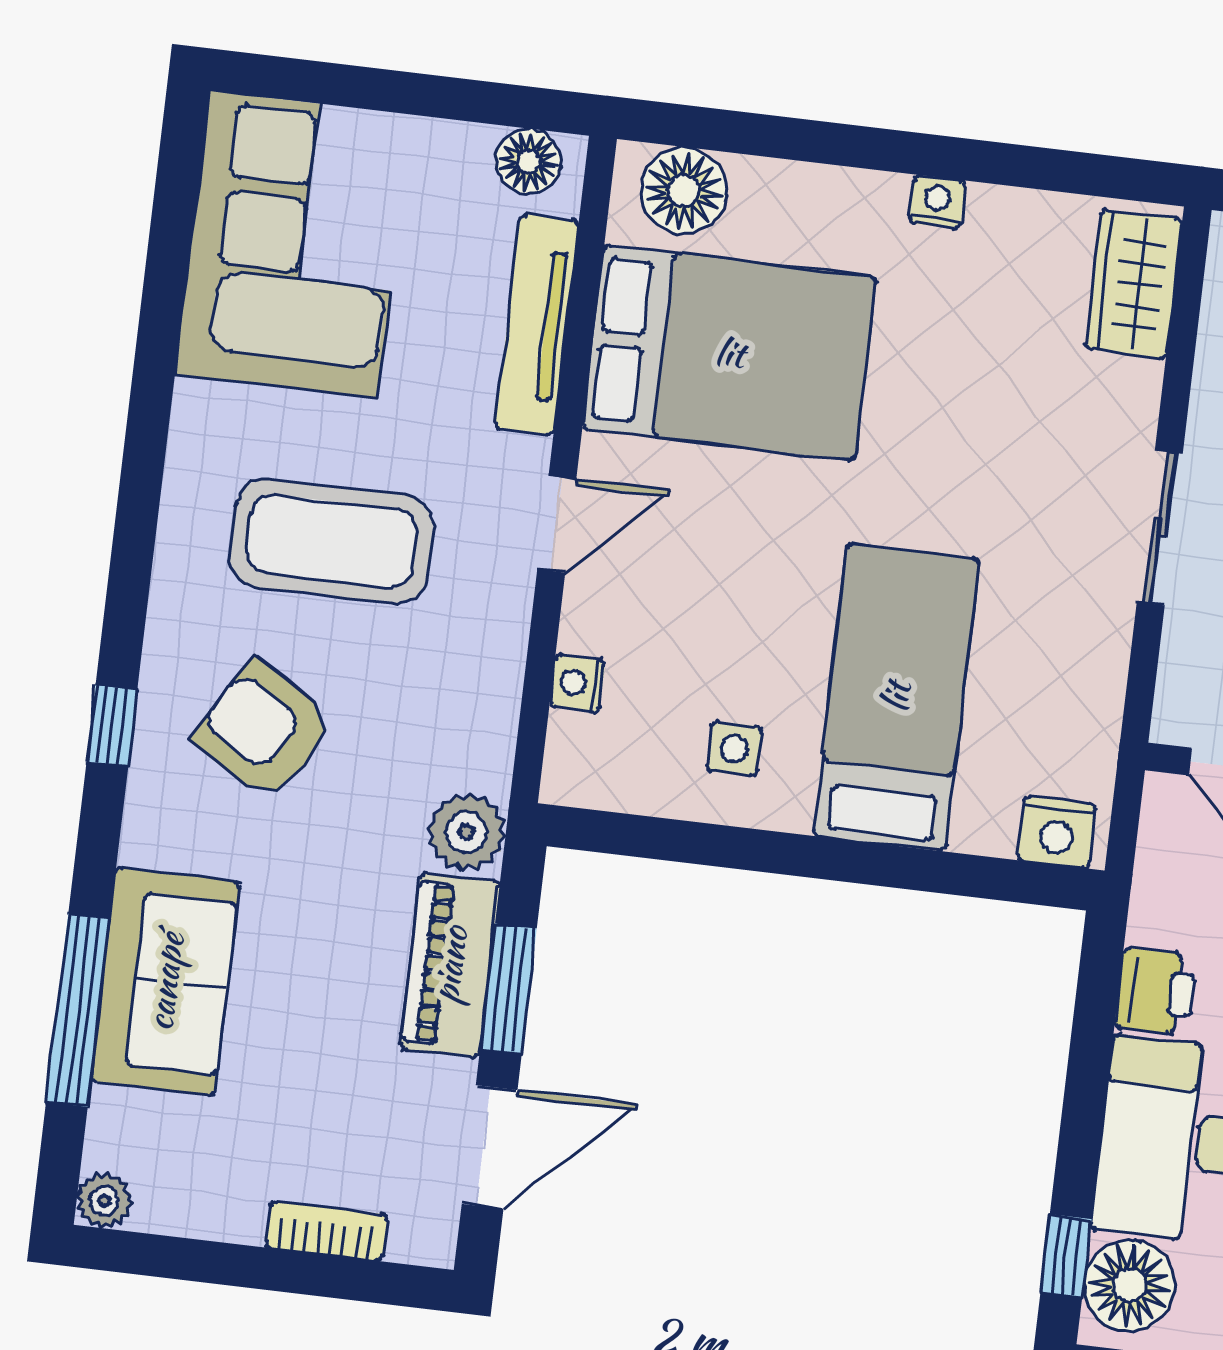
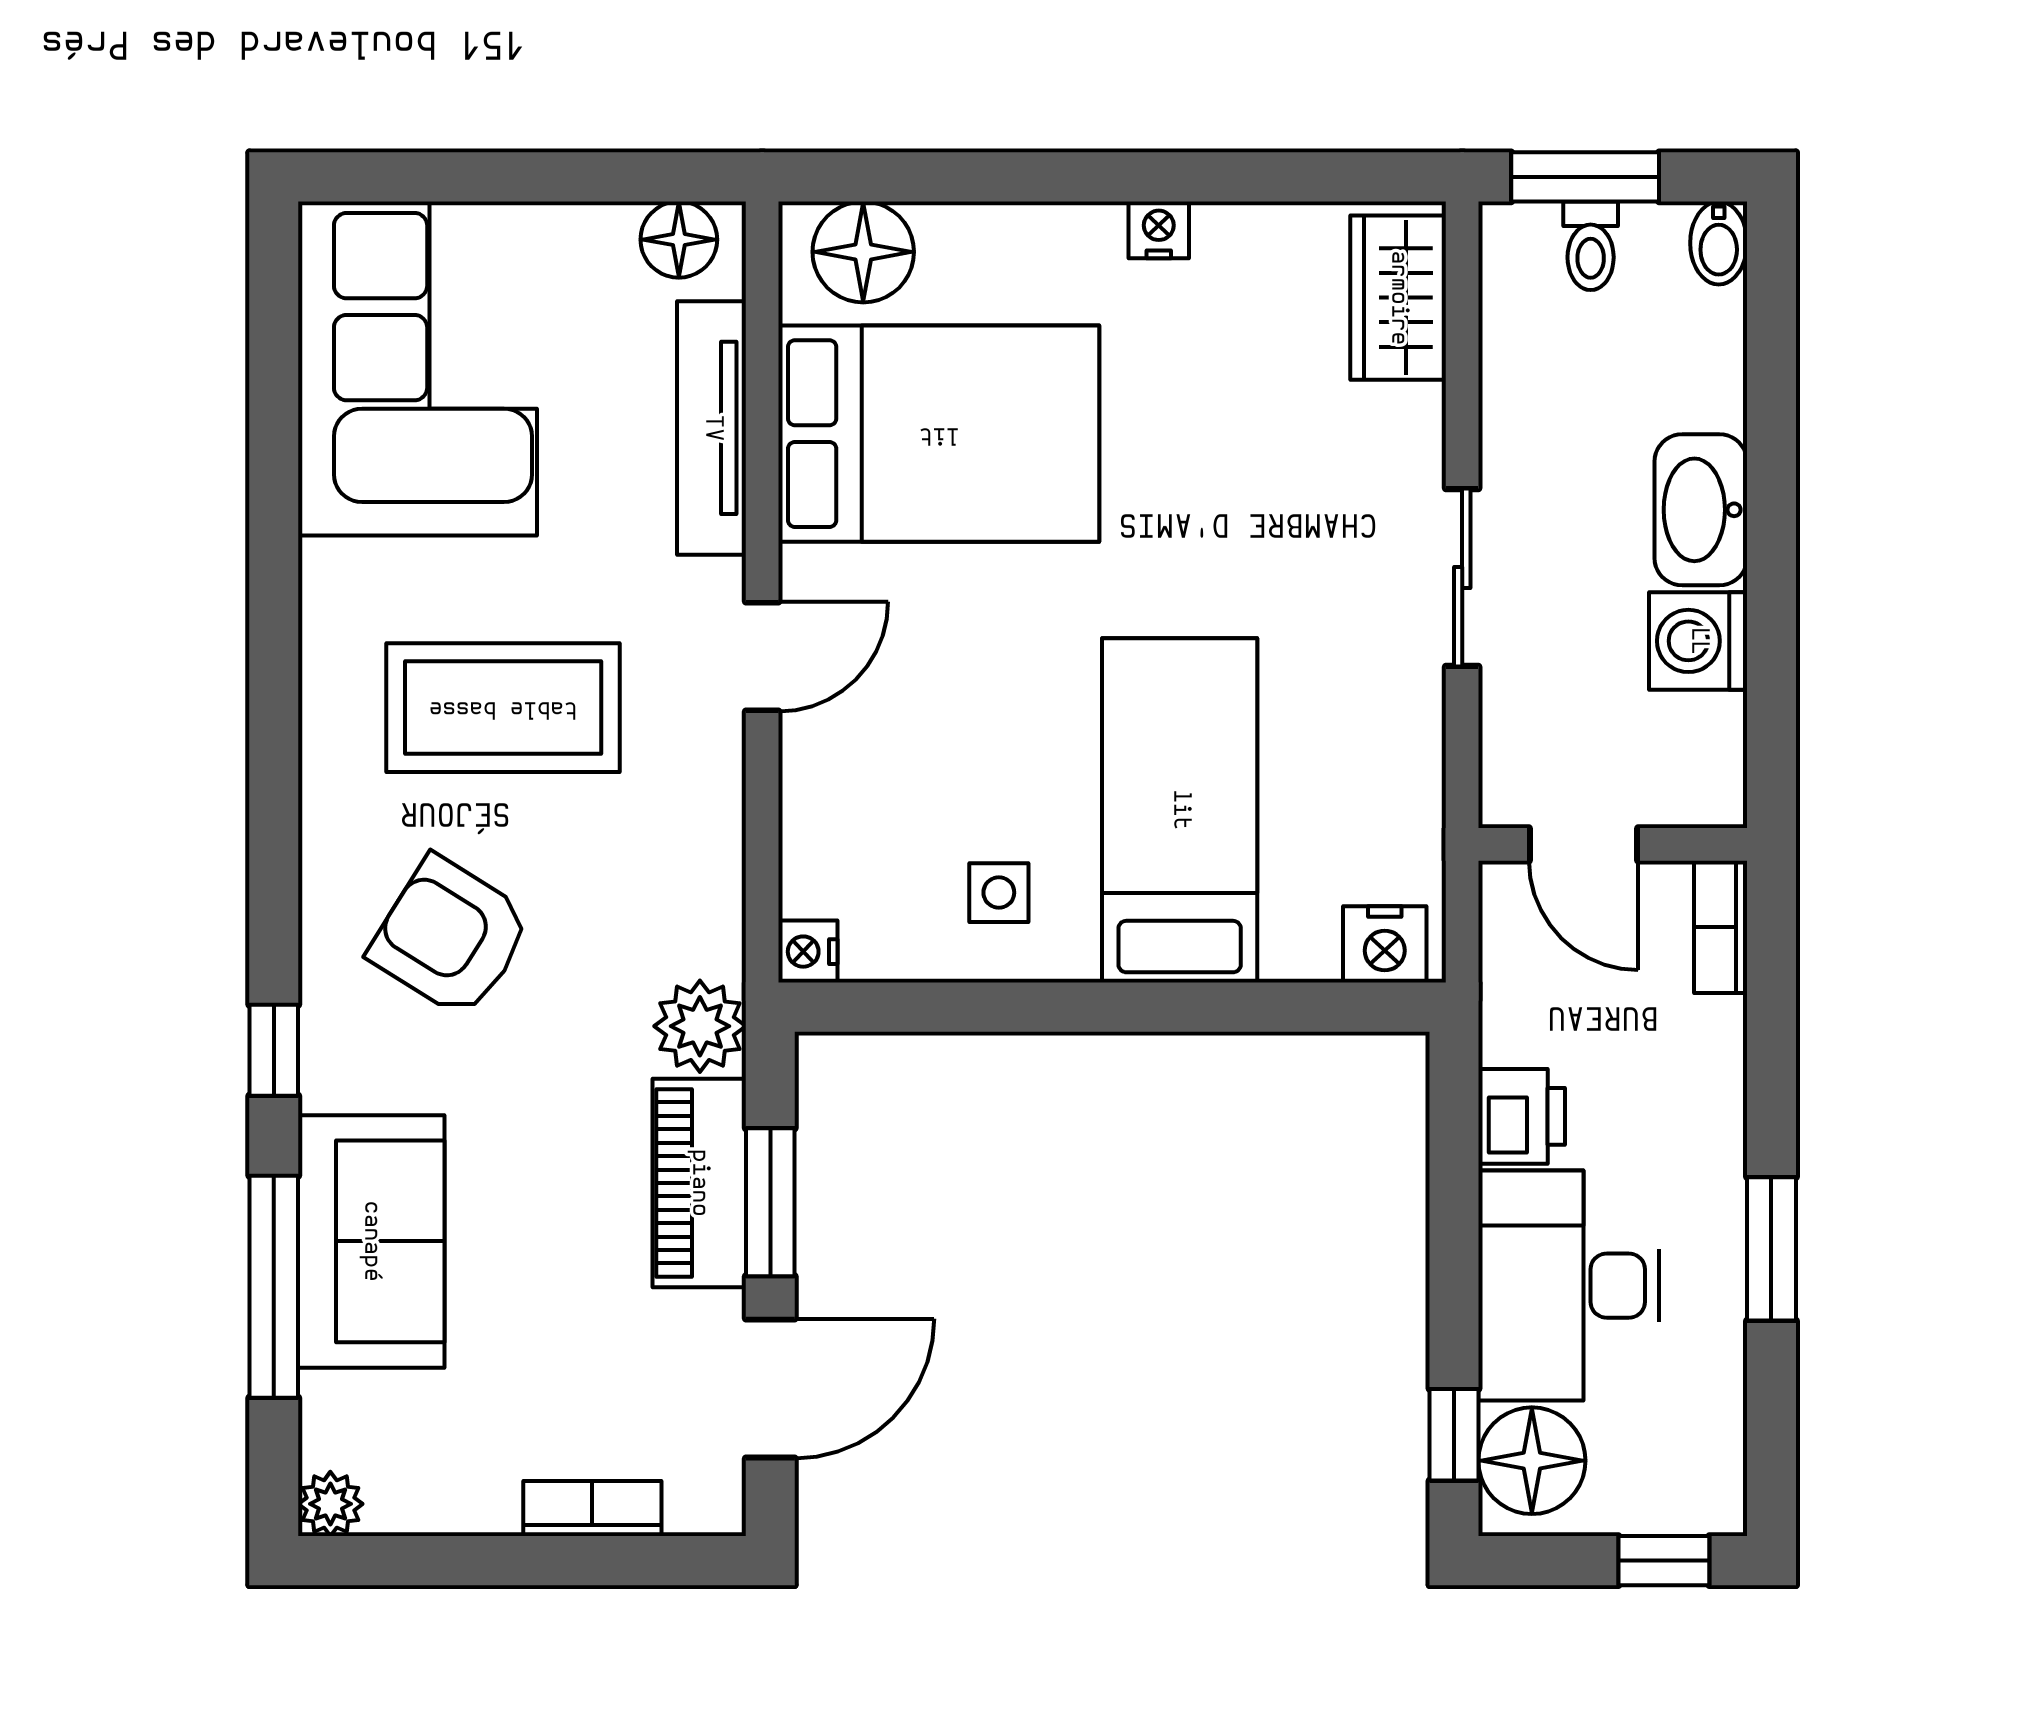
nightstand: (577, 683) -> (808, 952), moved
window: (112, 726) -> (274, 1050), moved

